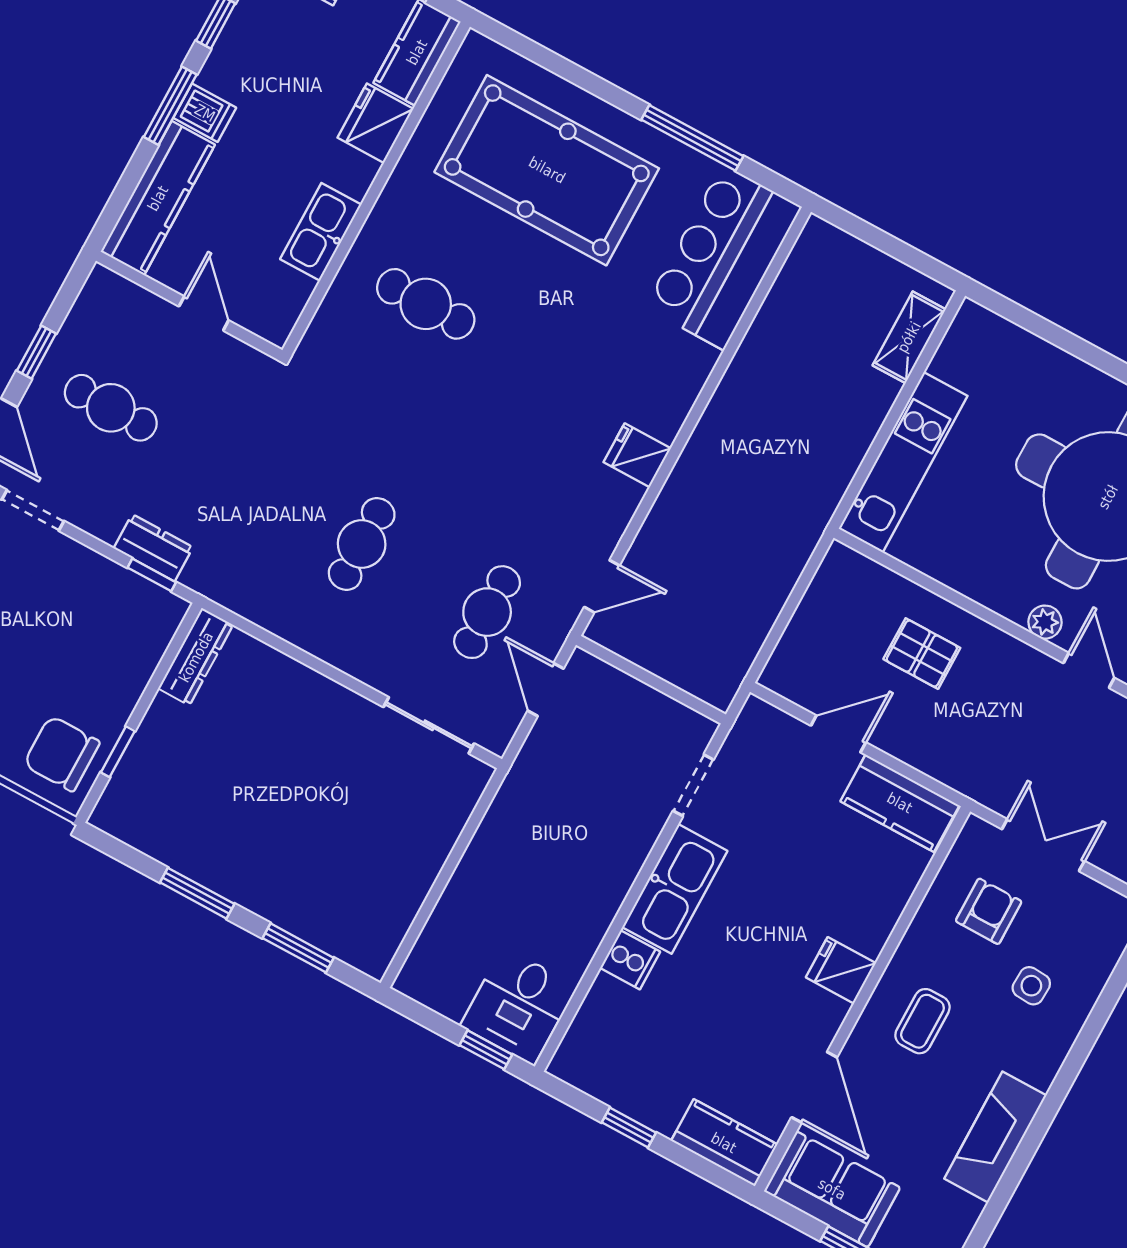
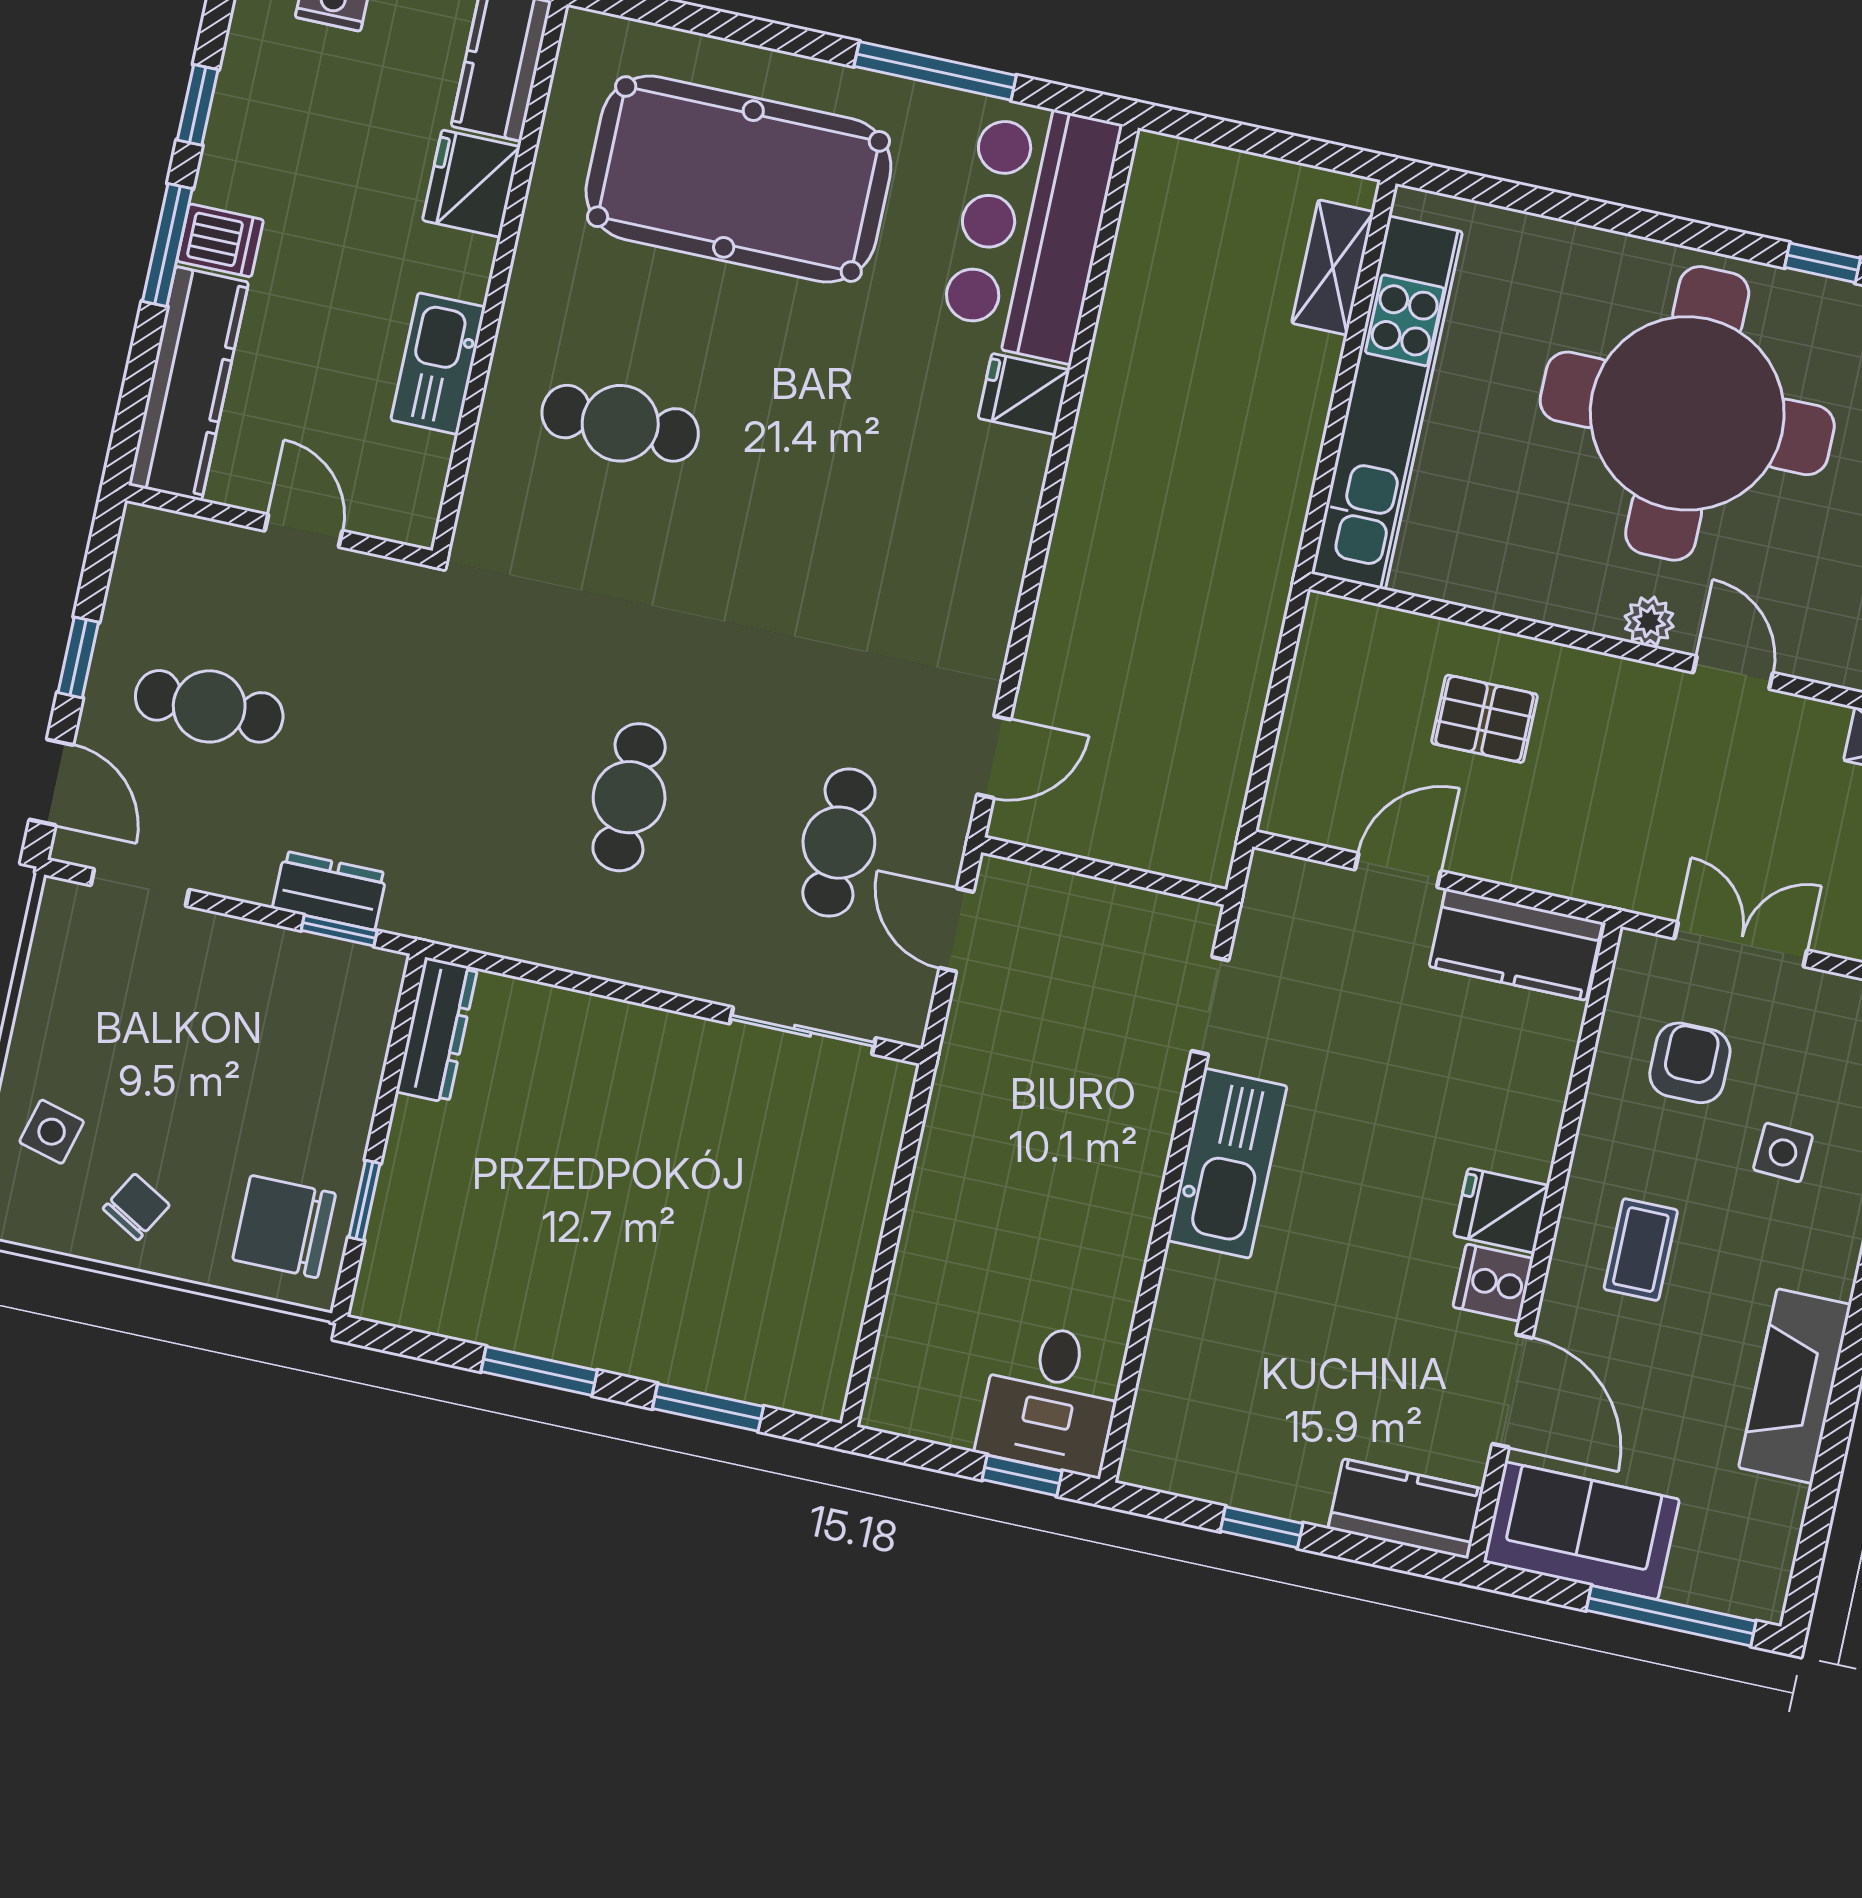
fridge: (637, 455) -> (1024, 394), moved
kitchen unit: (903, 462) -> (1387, 403), width x1.36
cooker: (630, 960) -> (1493, 1283), moved, turned 180

